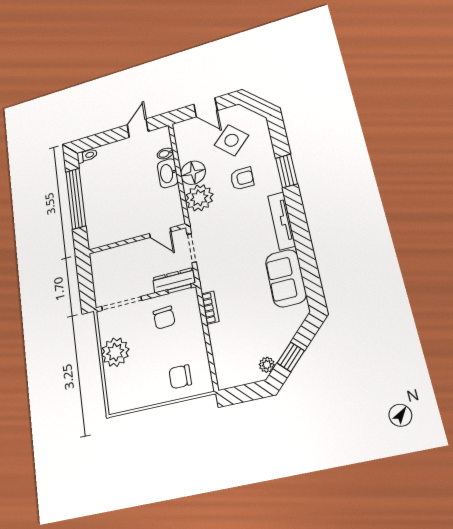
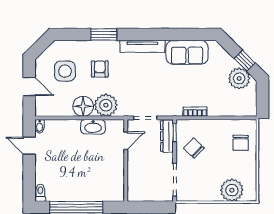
door: (206, 107) -> (29, 87), hinge flipped
side table: (231, 140) -> (65, 71), turned 45
bidet: (165, 154) -> (40, 126), moved
washbasin: (168, 173) -> (93, 127), moved
chair: (164, 318) -> (194, 148), turned -132
plant: (115, 352) -> (232, 190), moved
plant: (267, 365) -> (239, 78), width x1.87, depth x1.87

